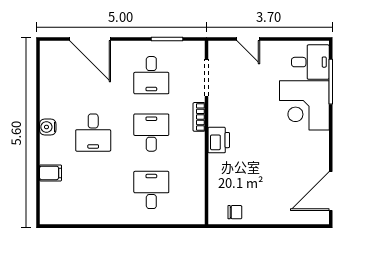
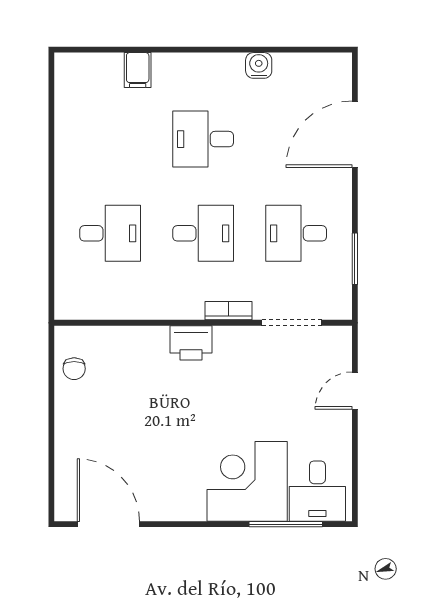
water cooler: (48, 127) -> (259, 65), moved

